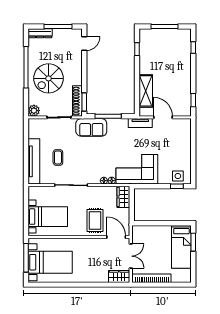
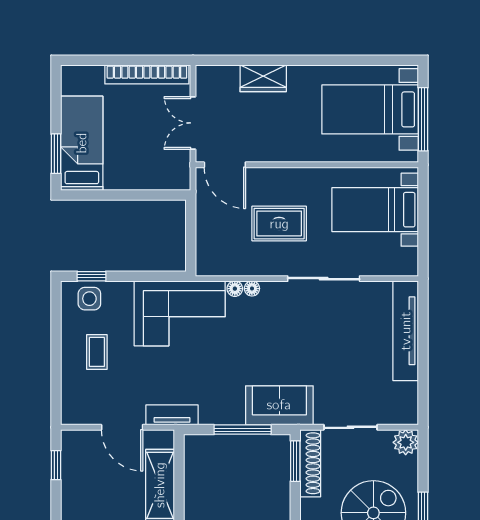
coffee table: (58, 157) -> (97, 352), moved
wardrobe: (123, 197) -> (209, 253), removed
rug: (95, 220) -> (279, 224), moved, turned 90
wardrobe: (119, 276) -> (263, 78), moved

